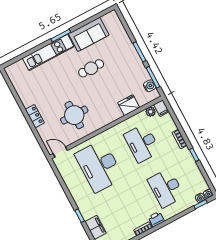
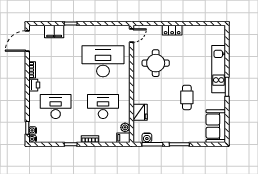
sofa: (89, 34) -> (216, 126), moved

